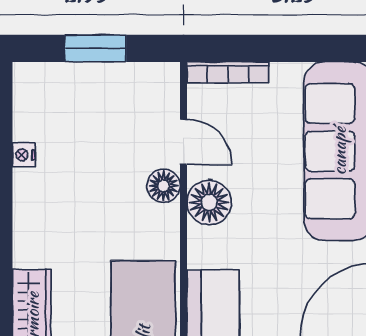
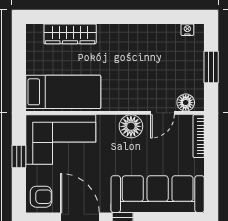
nightstand: (24, 155) -> (187, 30), moved
floor lamp: (164, 186) -> (186, 103), moved

